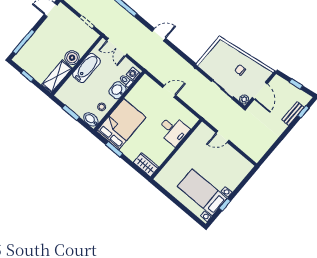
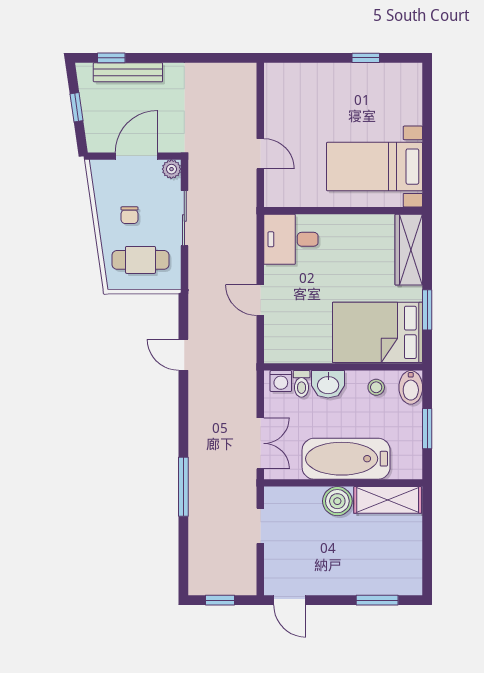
door: (159, 35) -> (183, 355), moved
window: (24, 42) -> (377, 600), width x0.69
cafe table: (221, 60) -> (140, 260), added
bathtub: (86, 68) -> (346, 459), width x1.36, depth x1.36
window: (27, 76) -> (427, 548), removed
bench: (293, 113) -> (128, 72), width x1.36
desk: (173, 130) -> (291, 239), moved, turned -90
wardrobe: (146, 165) -> (409, 250), width x1.50
bed with nightstands: (202, 192) -> (375, 167), moved, turned 90

